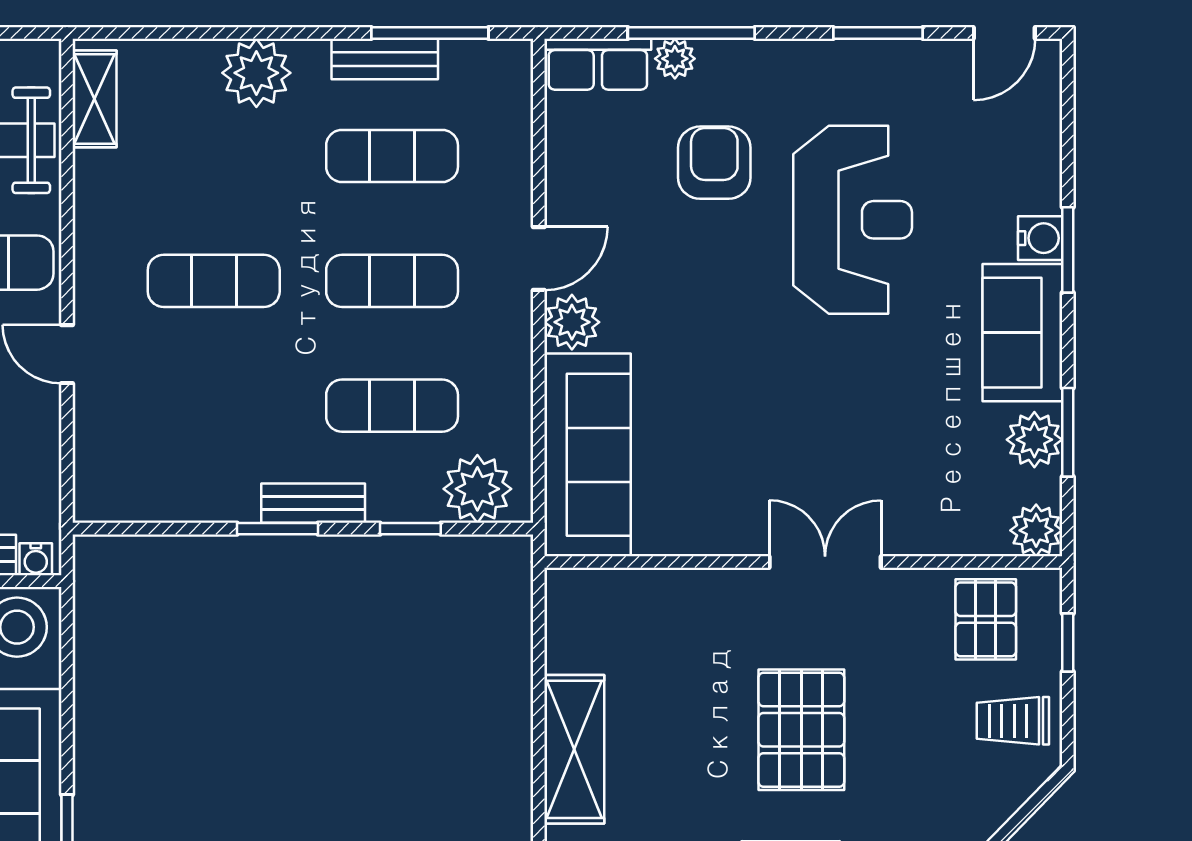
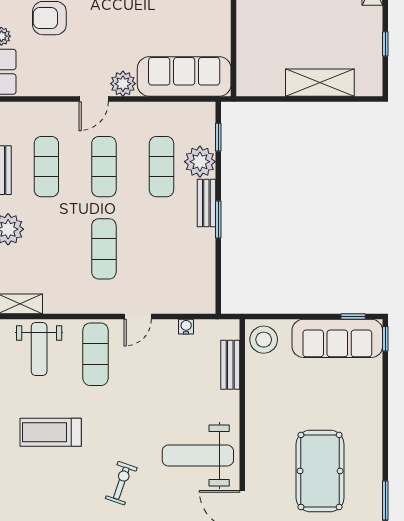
door: (539, 259) -> (94, 99), swing flipped
plant: (477, 489) -> (200, 162), moved
window: (410, 529) -> (218, 137), moved
water cooler: (36, 559) -> (186, 327), moved, turned -90

